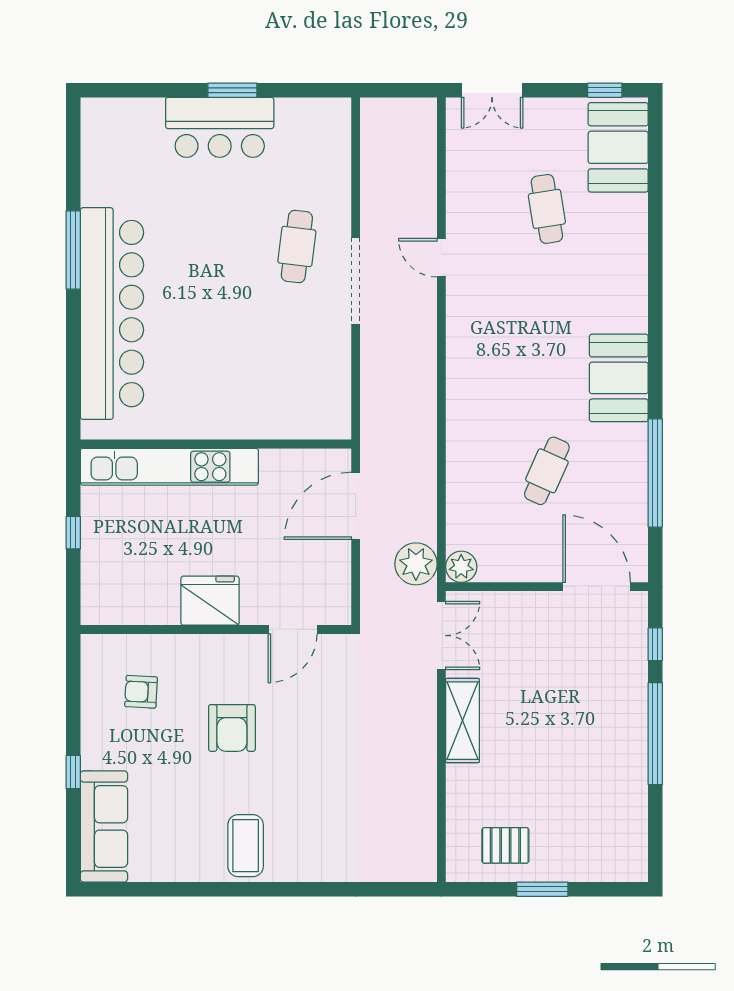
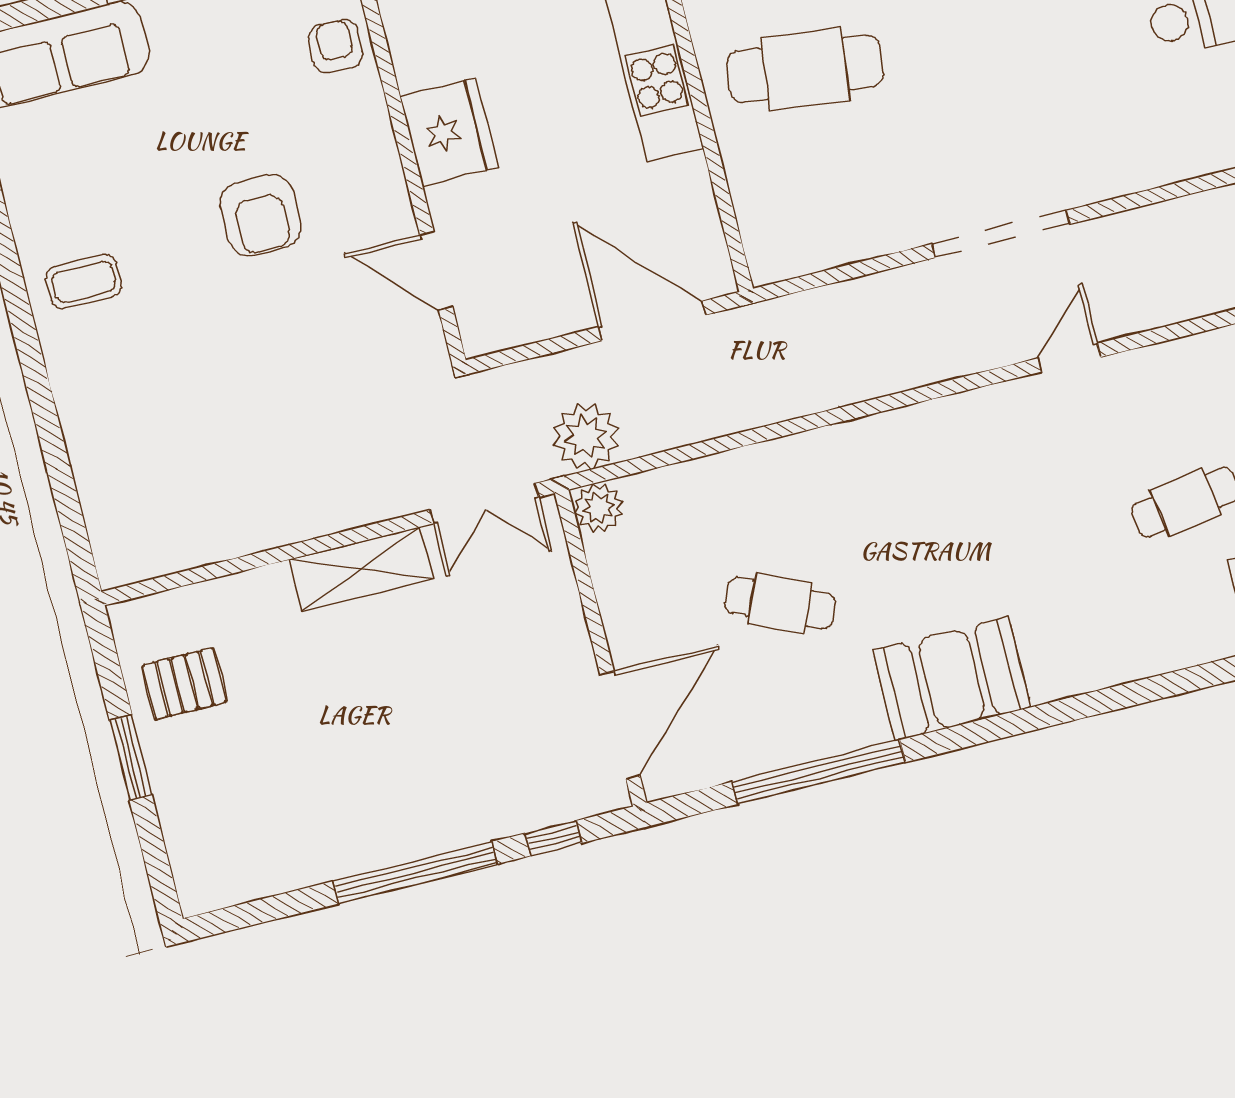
cafe table: (297, 247) -> (805, 69), moved, width x1.37, depth x1.35
armchair: (141, 692) -> (335, 46), moved
armchair: (232, 728) -> (261, 215), turned -90
pallet: (505, 845) -> (184, 684), turned 90
coffee table: (246, 846) -> (84, 282), width x0.73, depth x0.77

